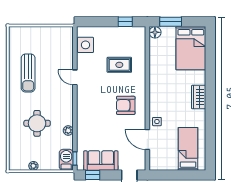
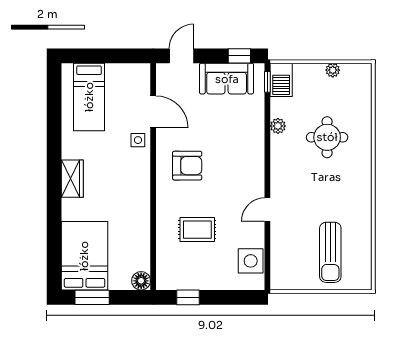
window: (171, 22) -> (92, 297), moved
sun lounger: (28, 73) -> (330, 252), moved, turned 180
door: (75, 77) -> (267, 210), swing flipped

